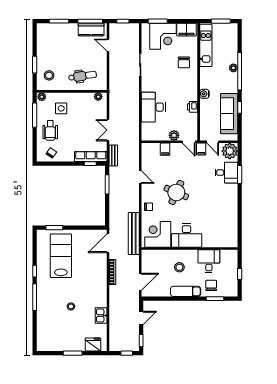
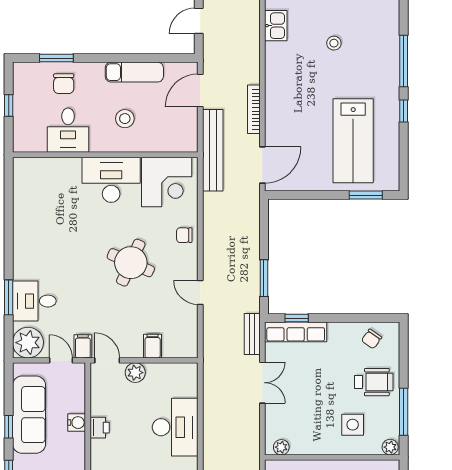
water cooler: (204, 94) -> (77, 423), moved
wheelchair: (50, 130) -> (374, 382), turned 90
bench: (134, 234) -> (213, 150), moved
exam couch: (186, 291) -> (134, 72), moved

